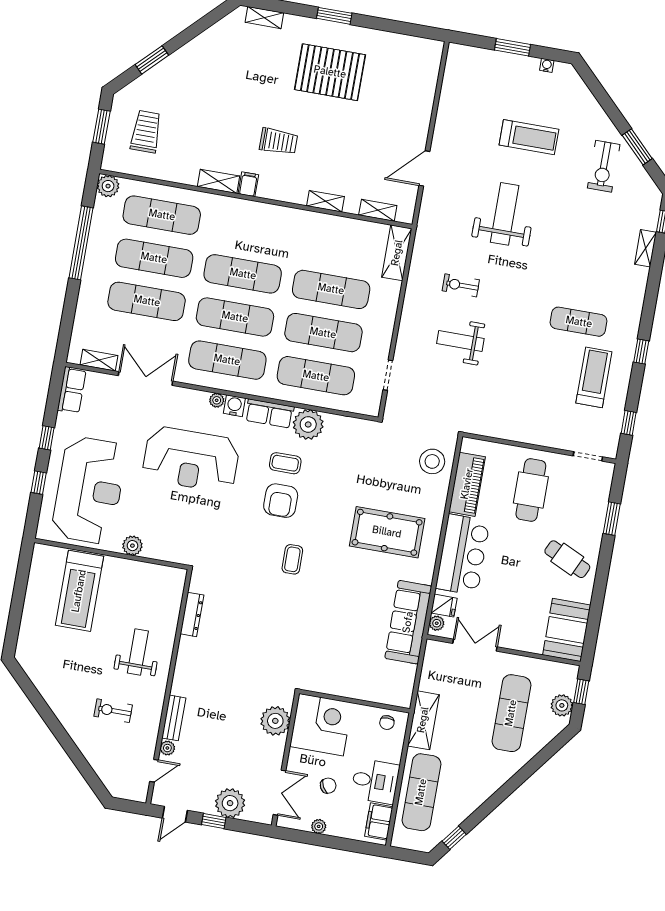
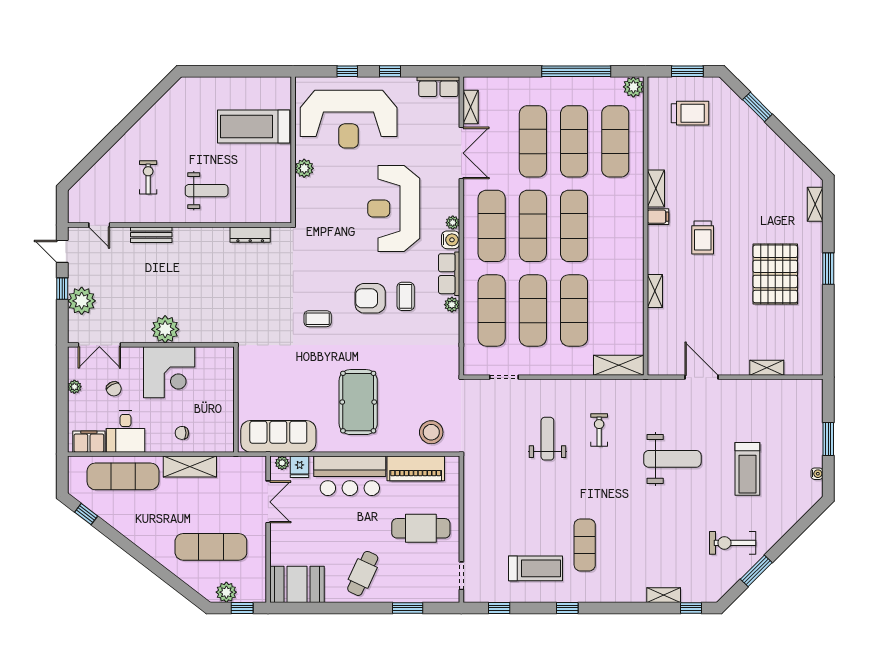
shelving: (378, 210) -> (767, 368), moved, turned 90
plant: (308, 424) -> (452, 305), width x0.53, depth x0.53
wall: (355, 701) -> (236, 399), moved
plant: (167, 748) -> (122, 234), removed

